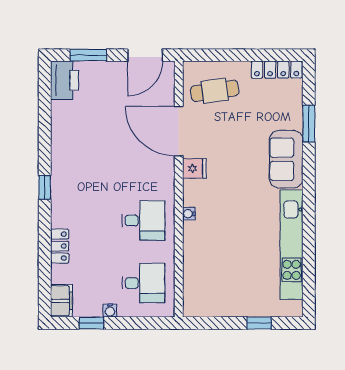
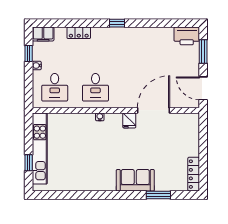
cafe table: (215, 91) -> (180, 134), removed
kitchen unit: (292, 245) -> (40, 149), moved, turned 90

